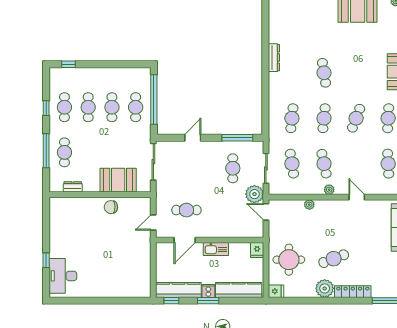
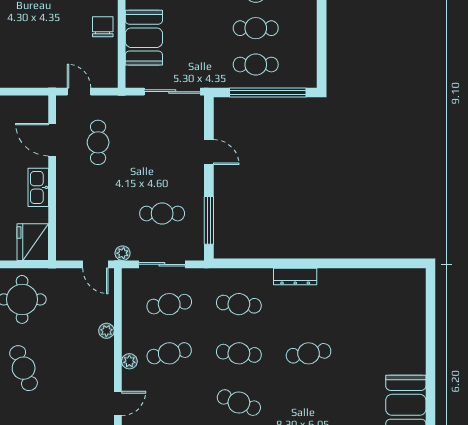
dresser: (274, 58) -> (295, 276), moved
plant: (254, 194) -> (123, 253), width x0.53, depth x0.53
door: (266, 212) -> (95, 264), swing flipped
fridge: (257, 250) -> (33, 242), width x1.88, depth x1.34

